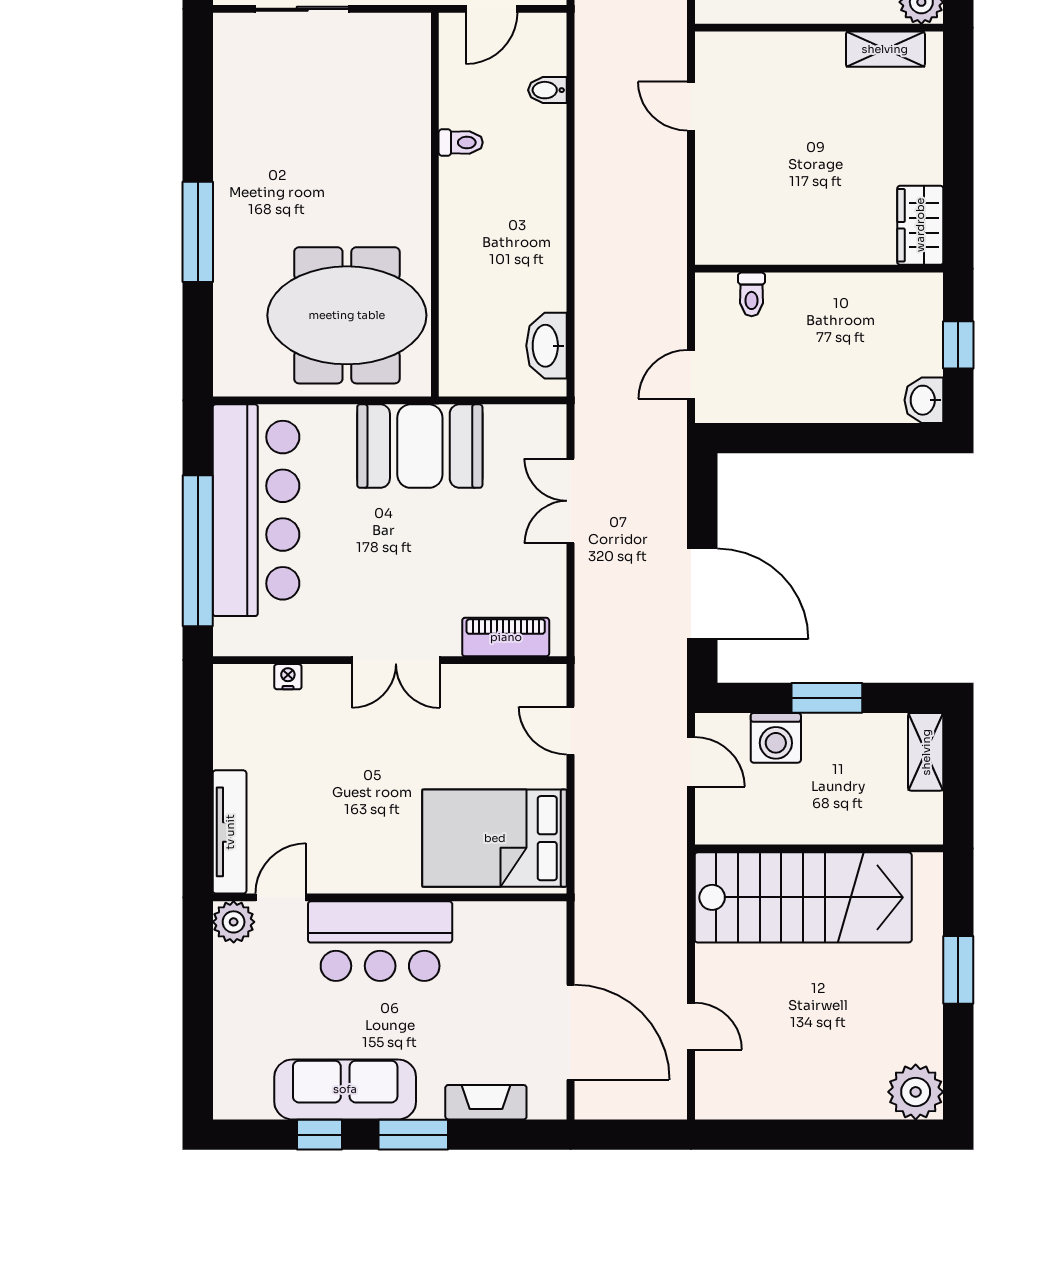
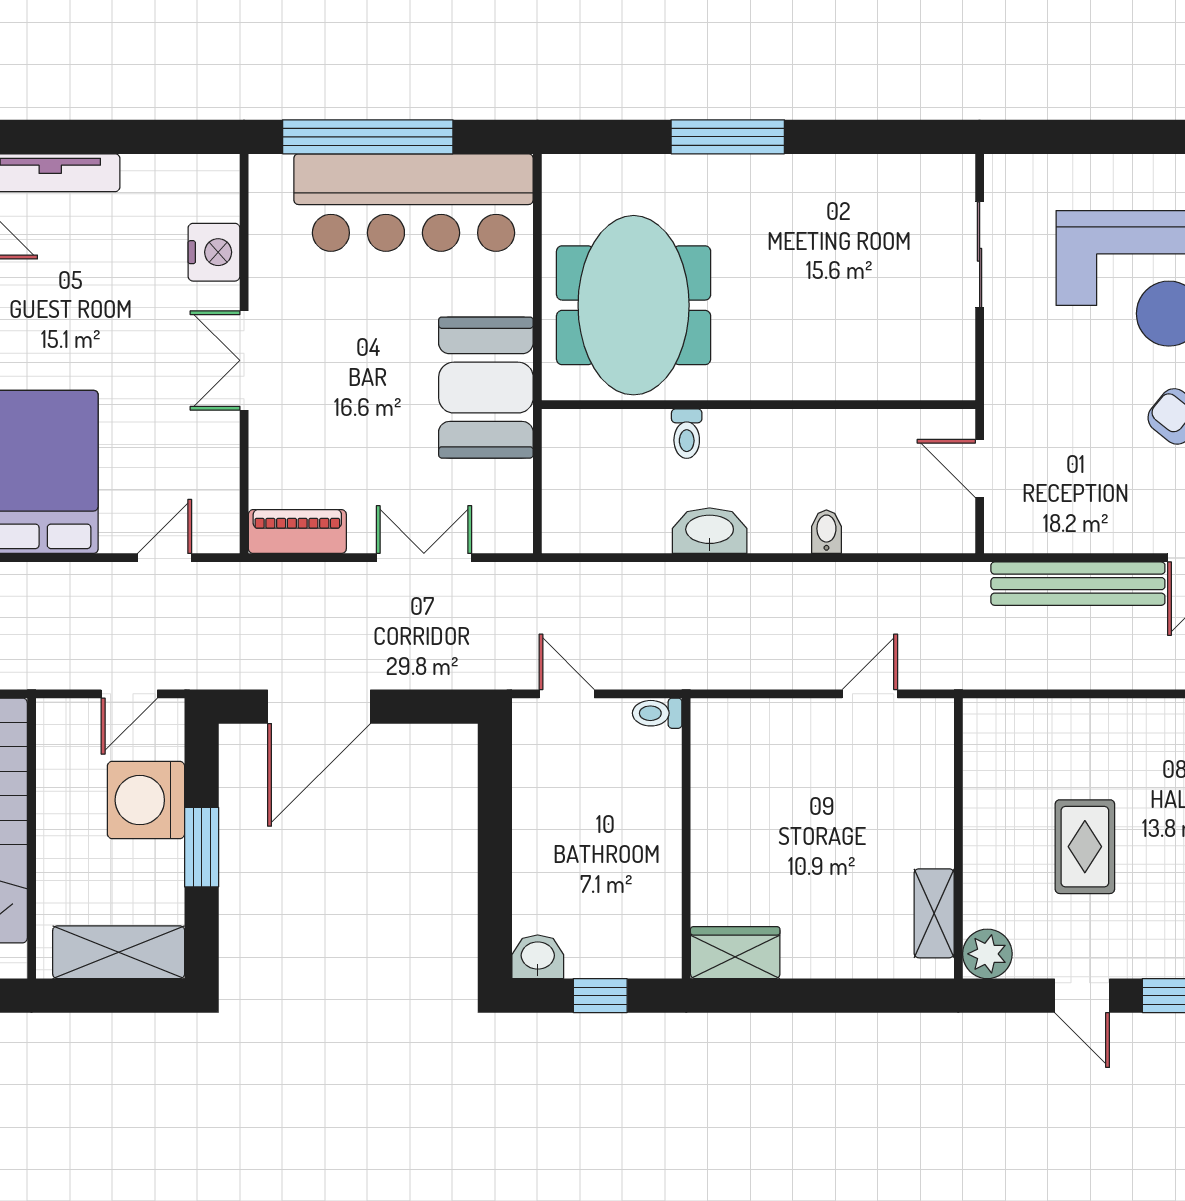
bidet: (547, 90) -> (826, 532), moved
toilet: (461, 142) -> (687, 434), moved
toilet: (752, 294) -> (657, 713), moved
washbasin: (547, 346) -> (710, 531), moved
piano: (506, 637) -> (297, 532), moved, turned -90
nightstand: (288, 677) -> (214, 252), width x1.89, depth x1.79
washing machine: (776, 738) -> (146, 800), width x1.37, depth x1.37
shelving: (926, 752) -> (119, 952), width x1.50, depth x1.33

